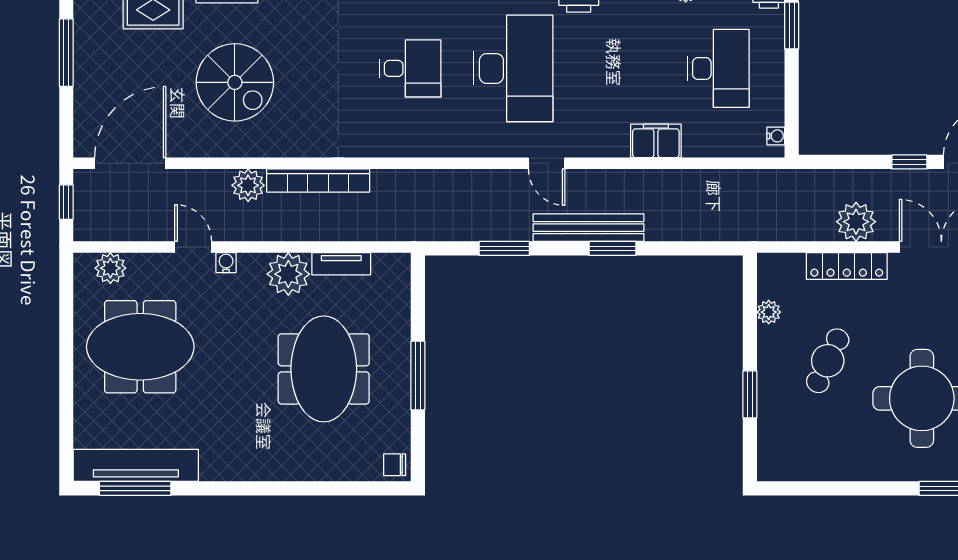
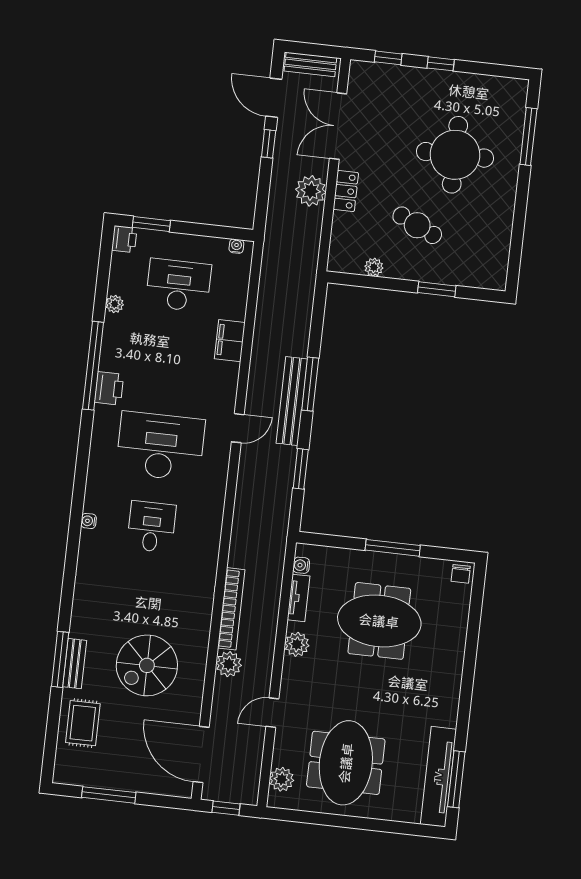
spiral stairs: (235, 82) -> (147, 665), turned 180
window: (612, 248) -> (310, 384), width x1.44
water cooler: (226, 263) -> (301, 565), moved
locker: (847, 266) -> (346, 191), width x0.66
plant: (288, 274) -> (297, 644), width x0.73, depth x0.73

